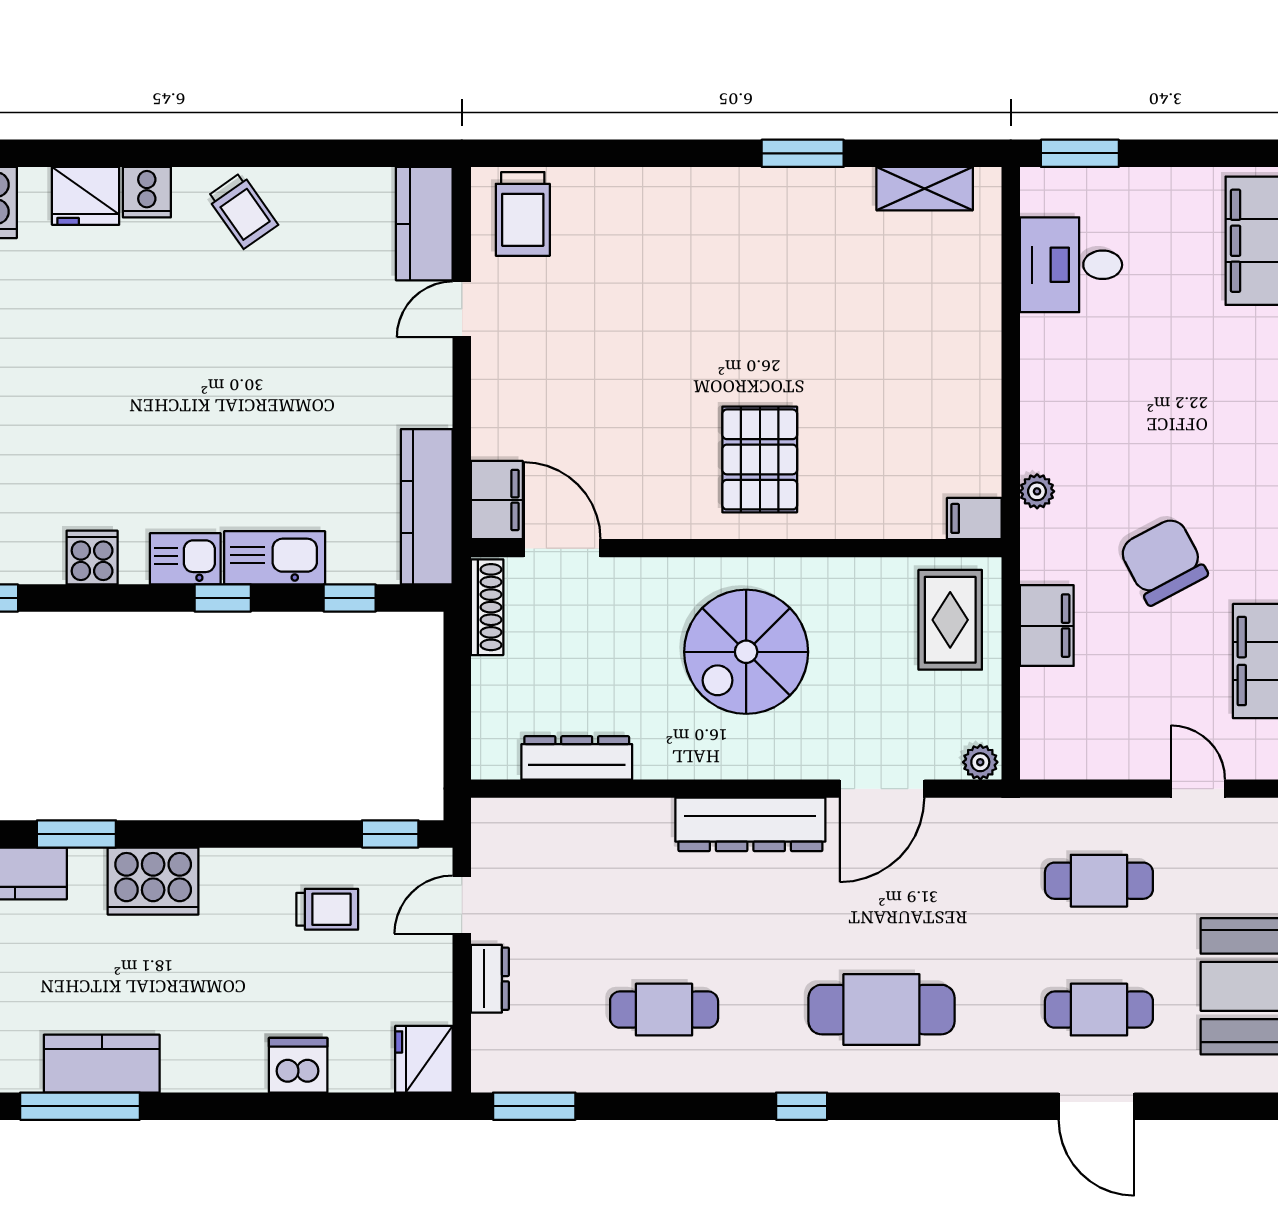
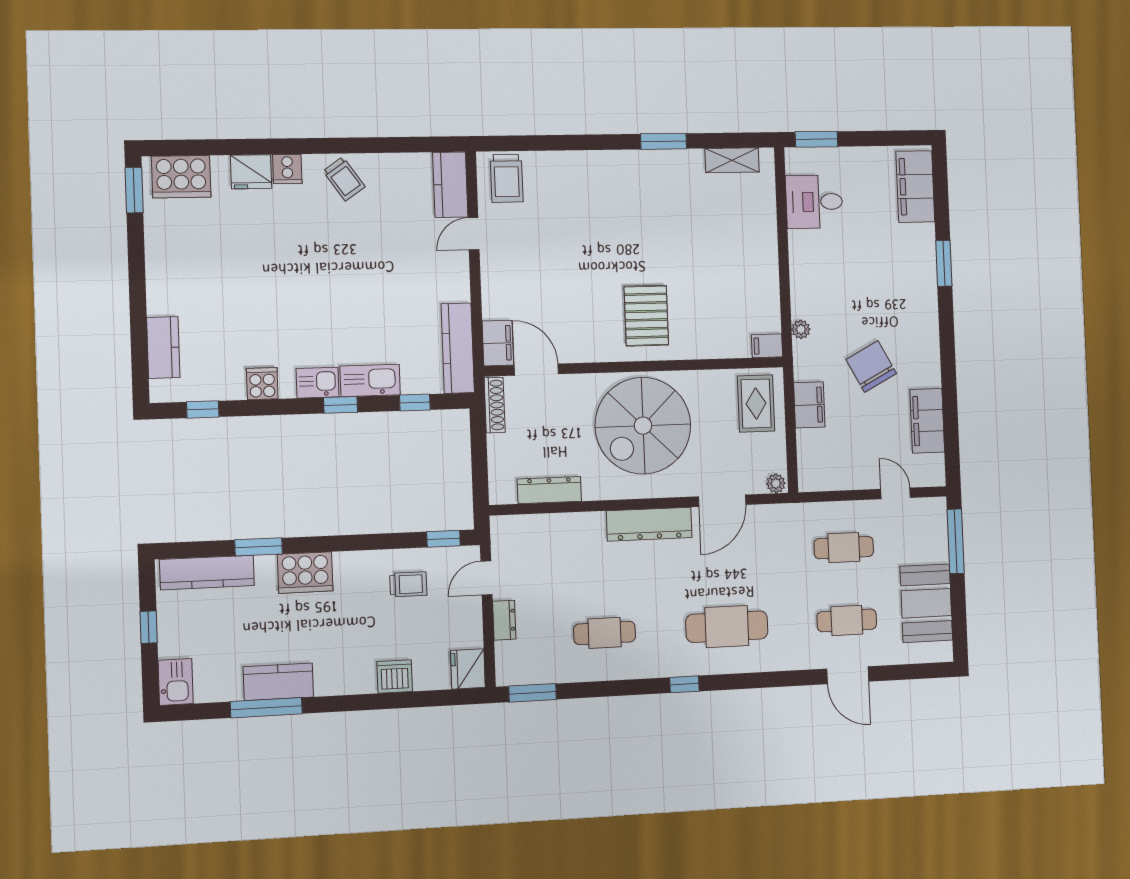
spiral stairs: (746, 652) -> (643, 426), width x1.37, depth x1.37

